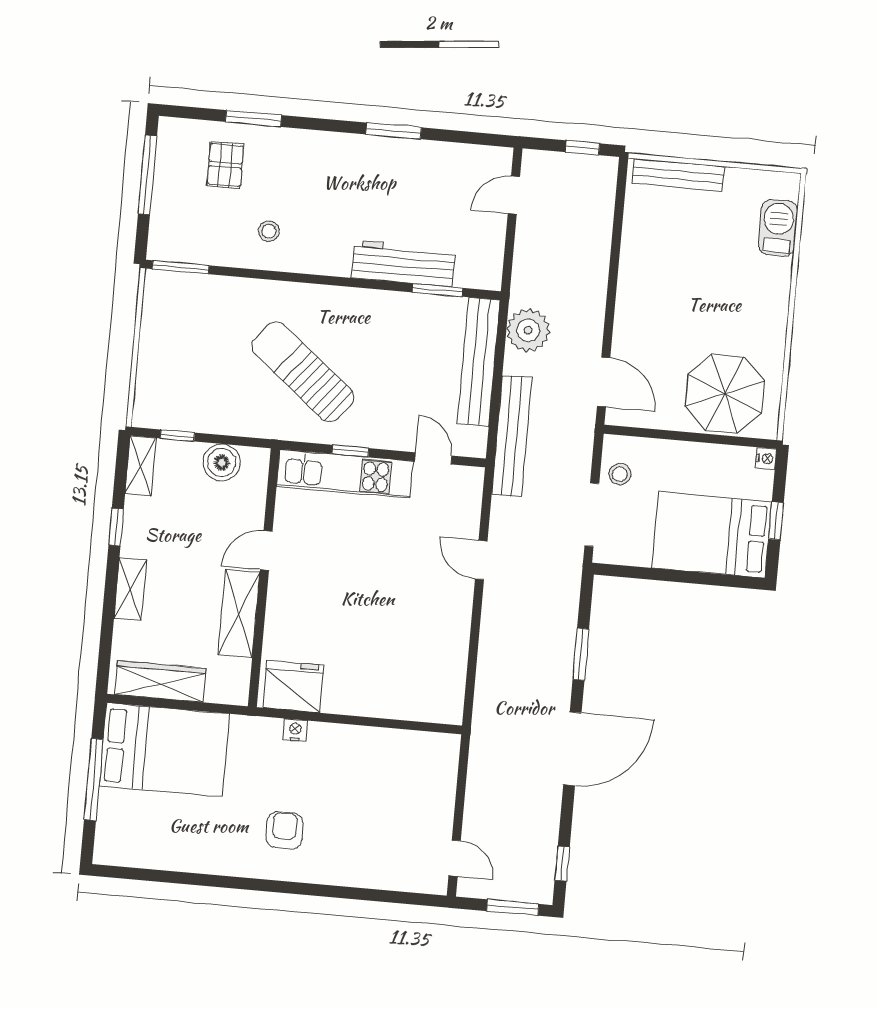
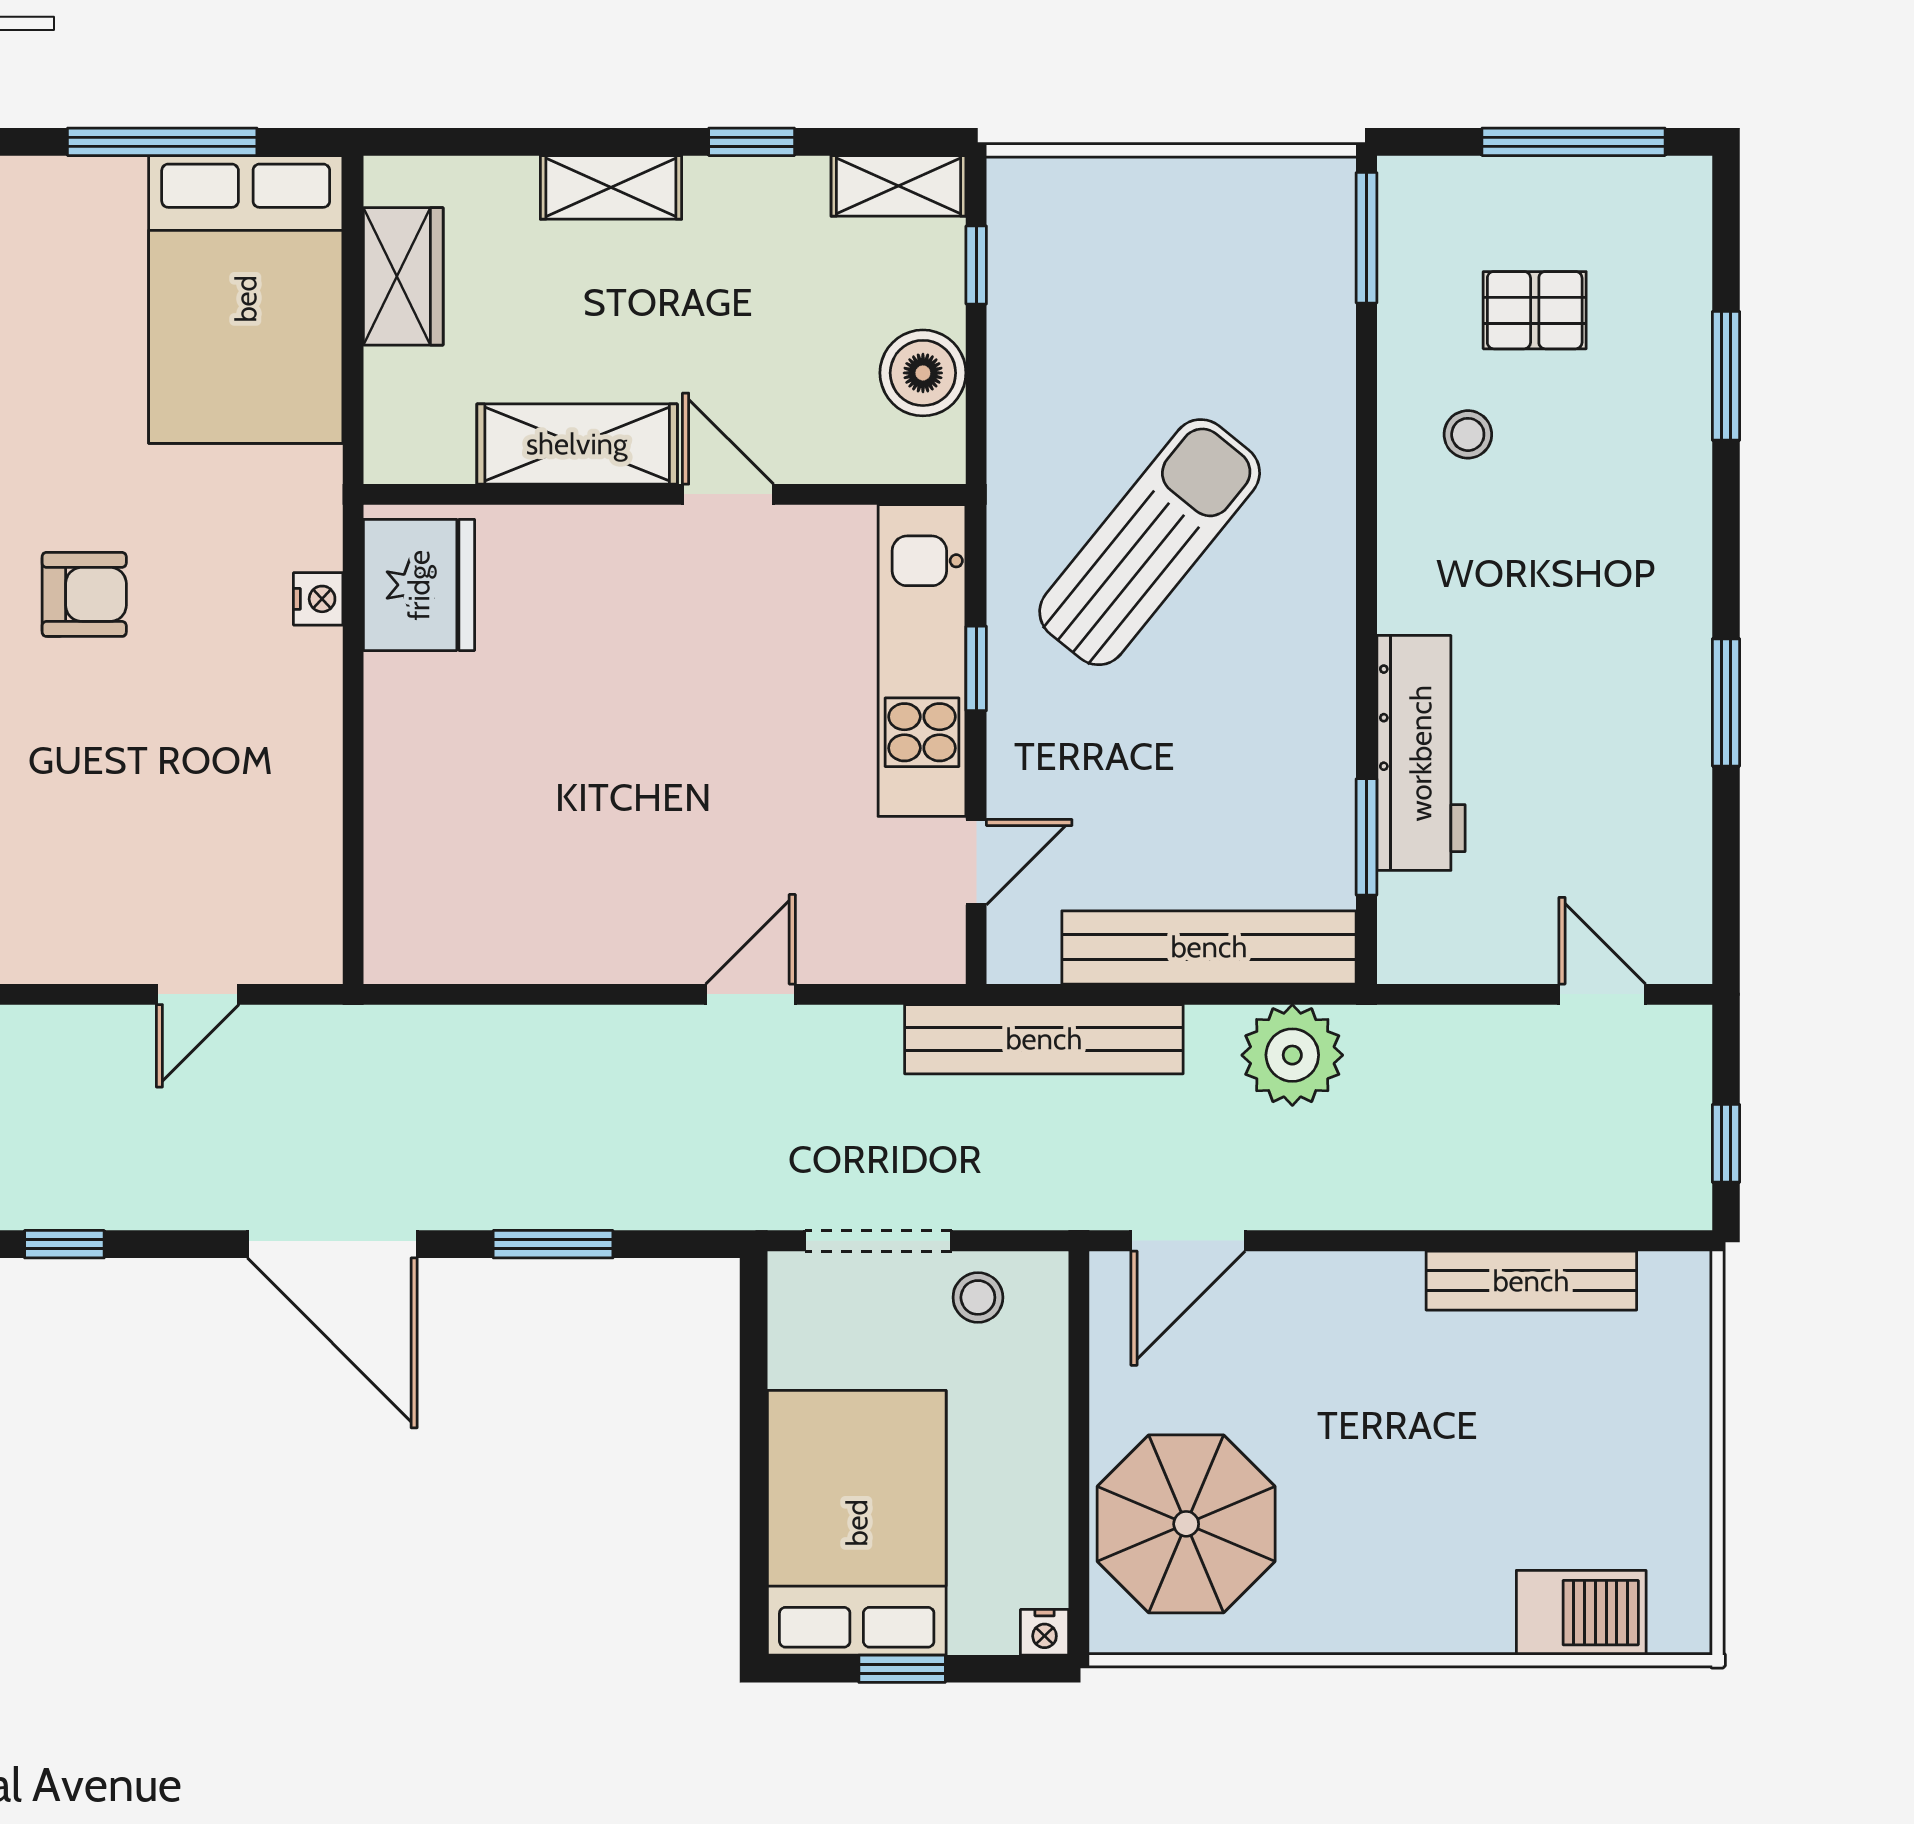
pallet: (225, 165) -> (1535, 310), moved
bench: (678, 175) -> (1531, 1281), moved, turned 90
wardrobe: (160, 681) -> (403, 276), width x0.67
door: (455, 858) -> (198, 994), moved

